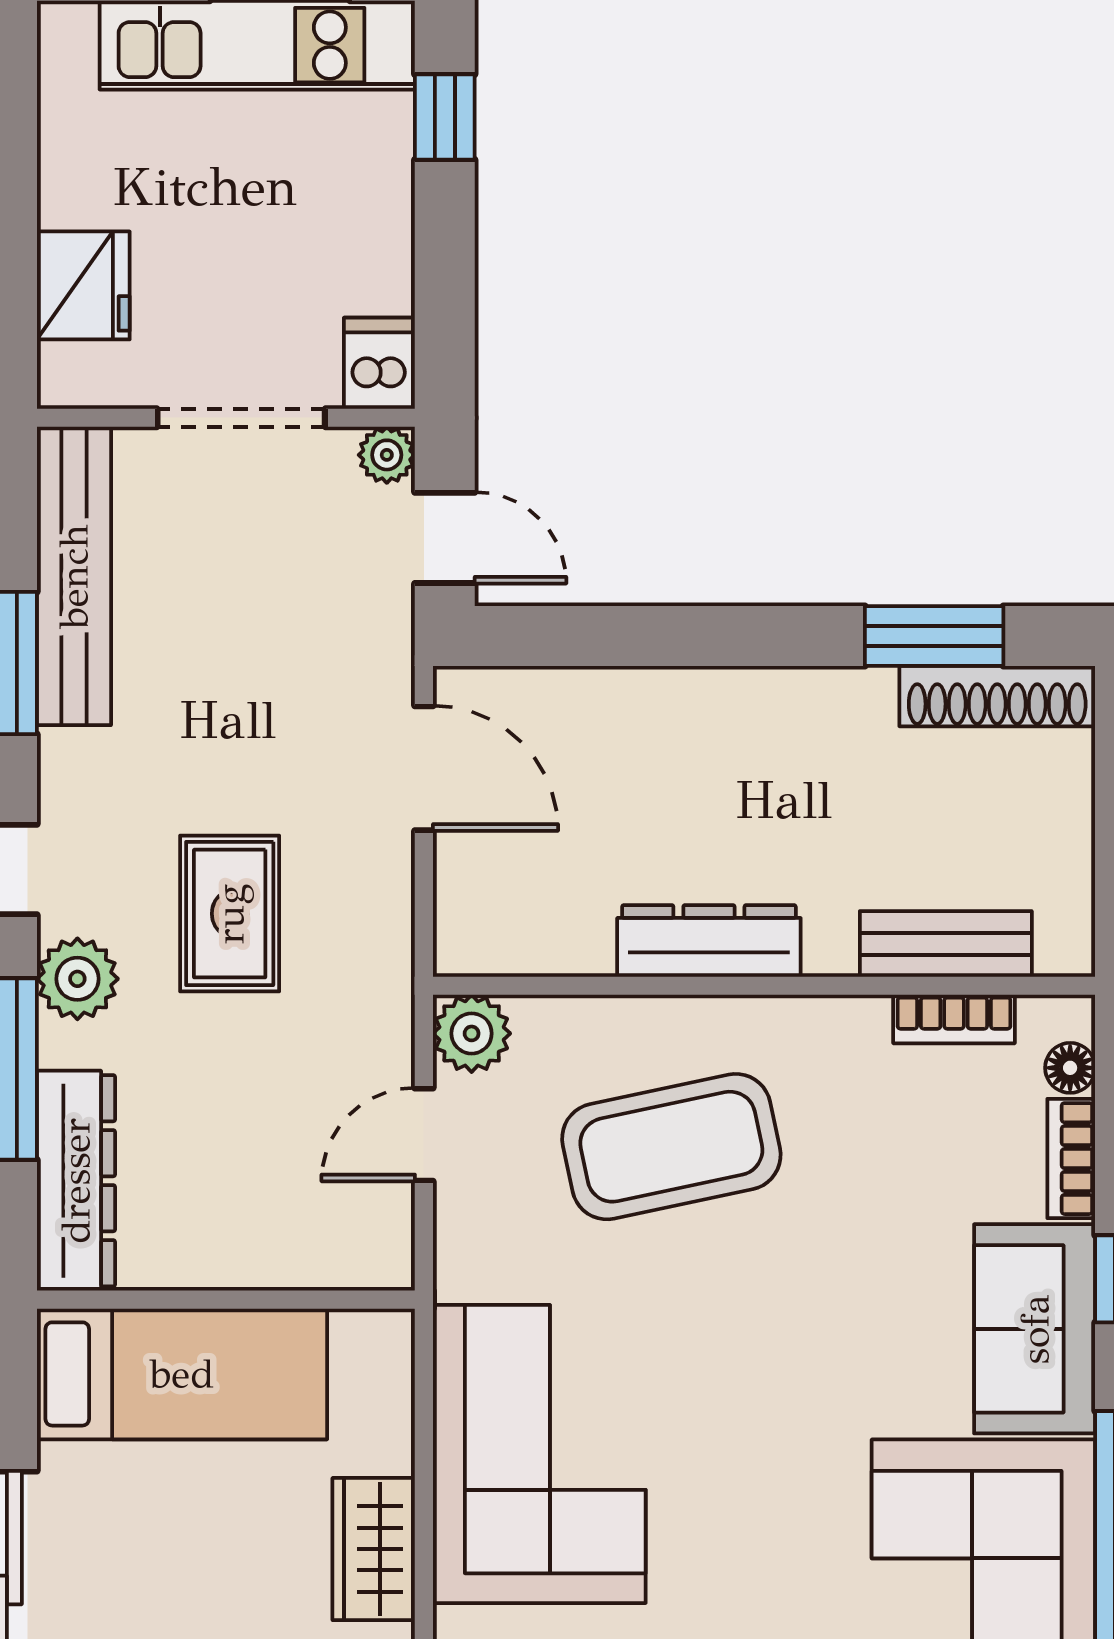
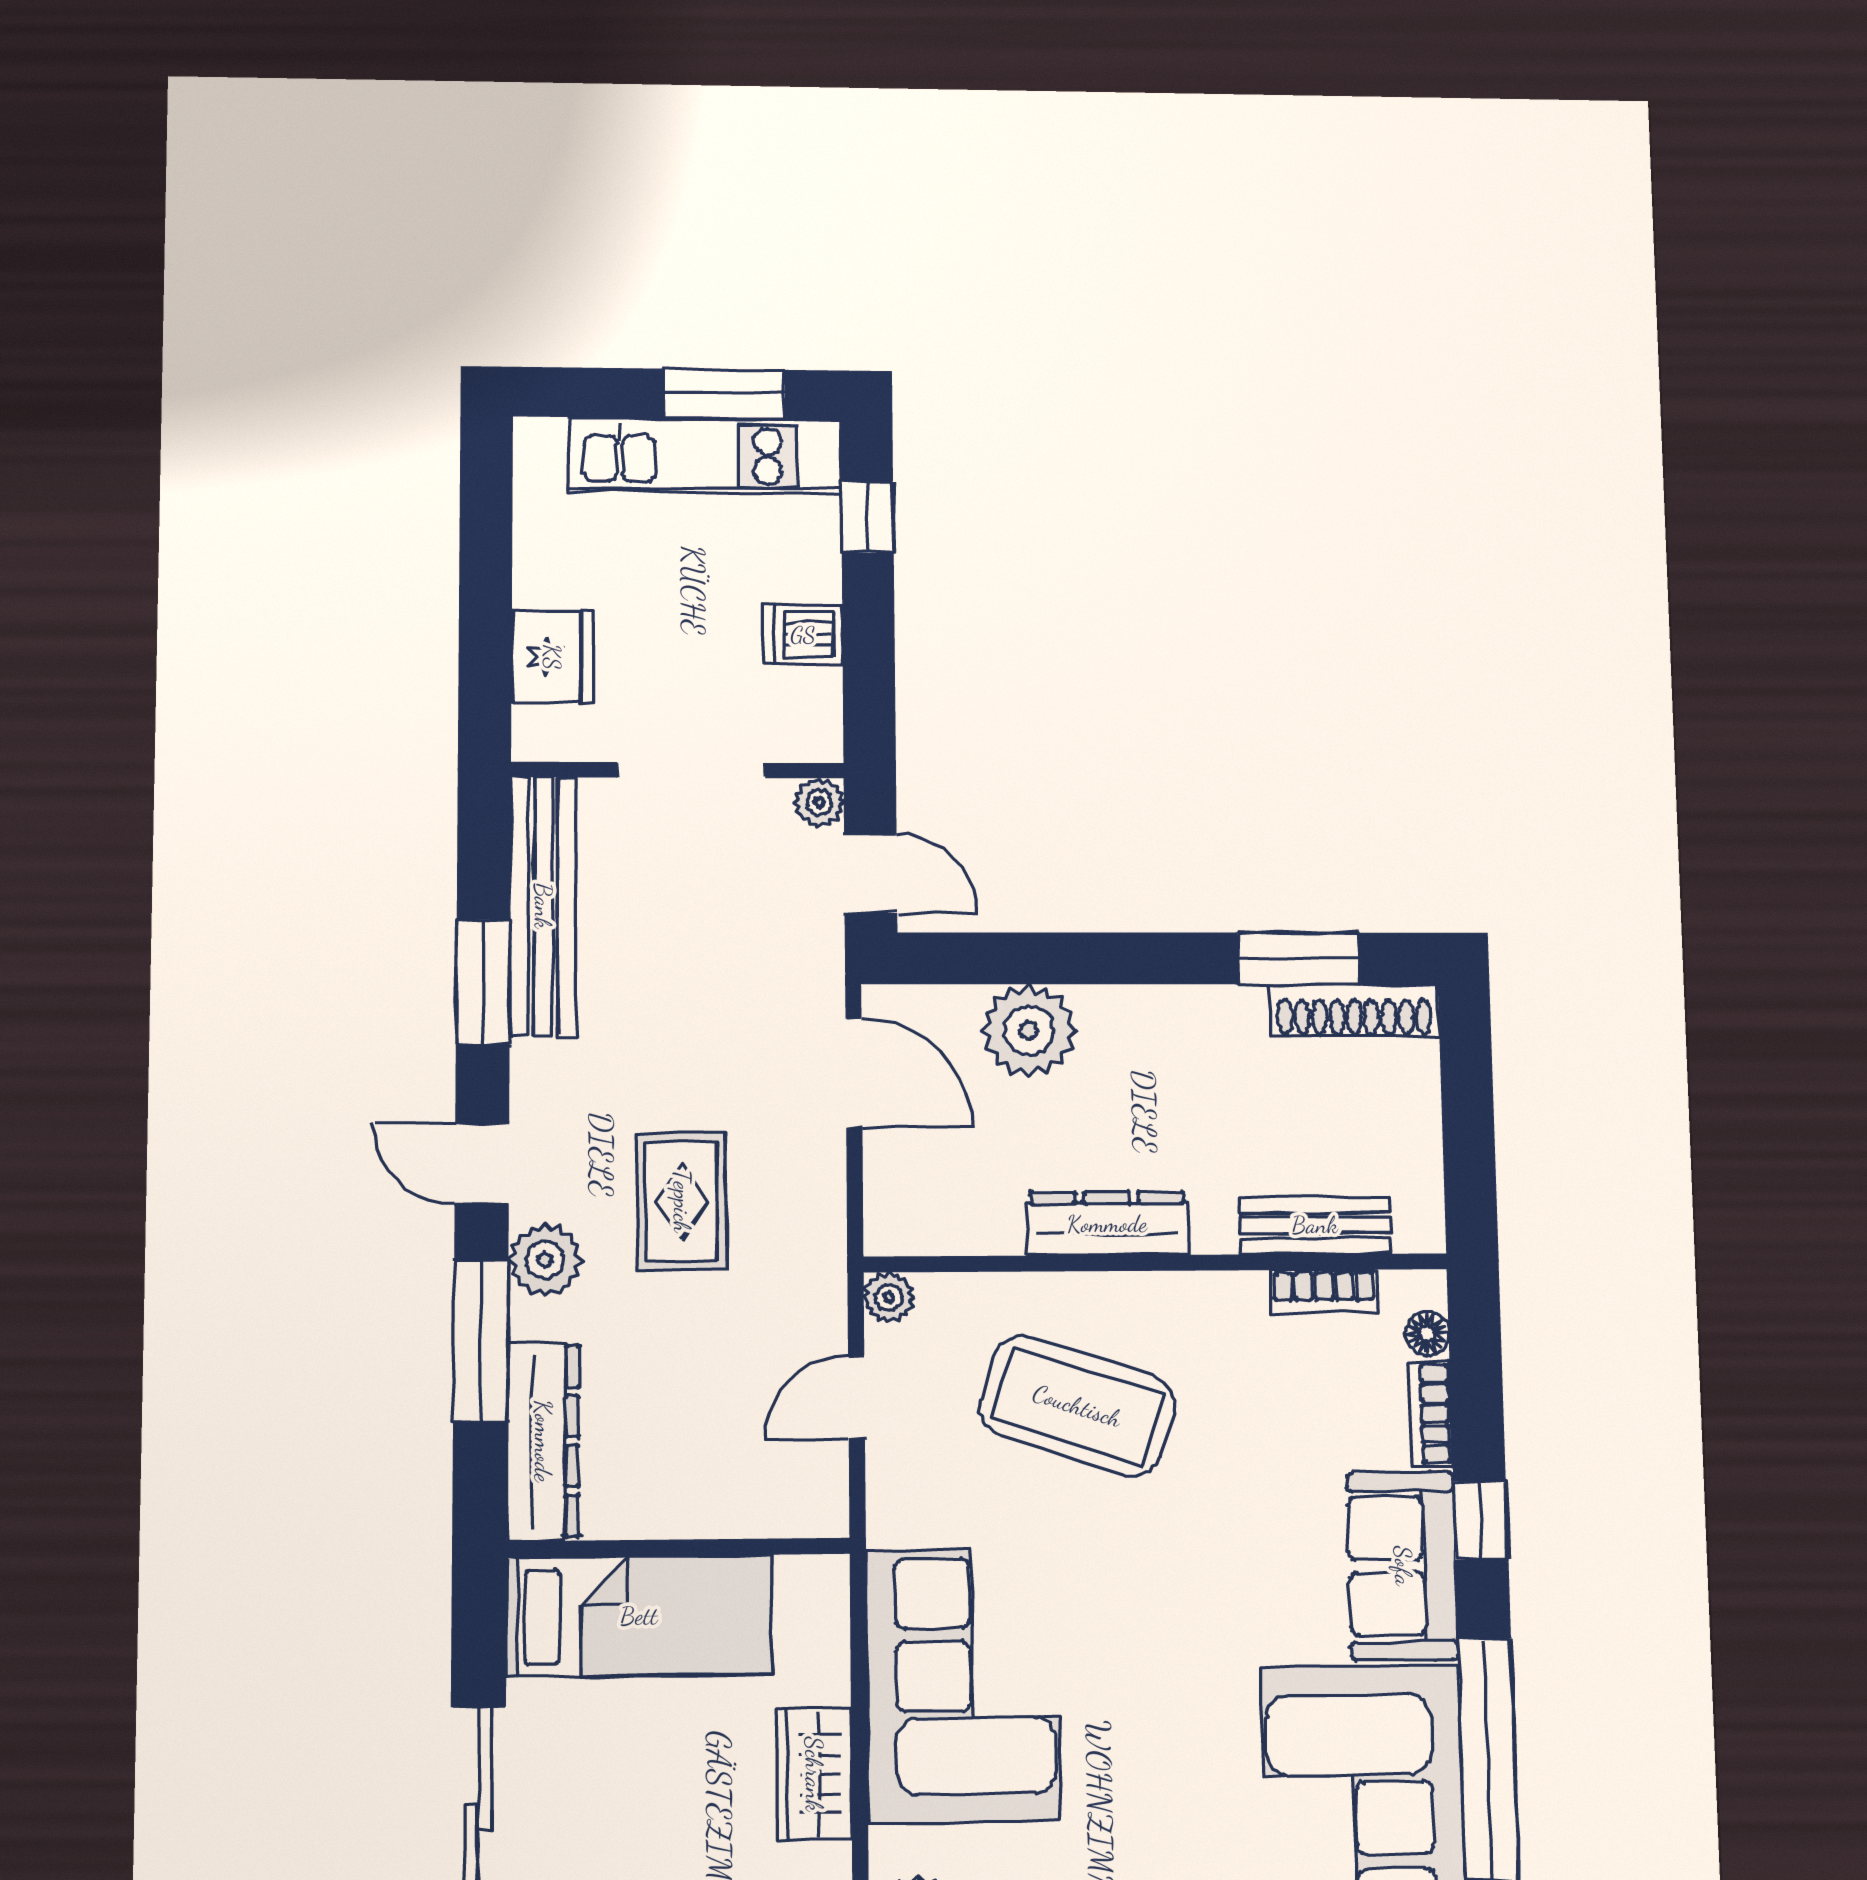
dishwasher: (379, 363) -> (803, 635), moved, turned -90
plant: (623, 720) -> (1029, 1031), added
plant: (472, 1033) -> (889, 1297), width x0.73, depth x0.73
coffee table: (671, 1147) -> (1077, 1406), turned 30

